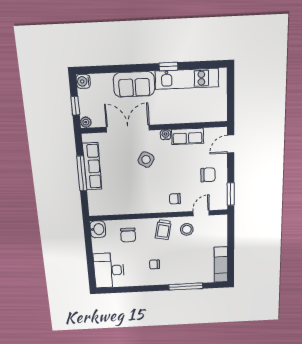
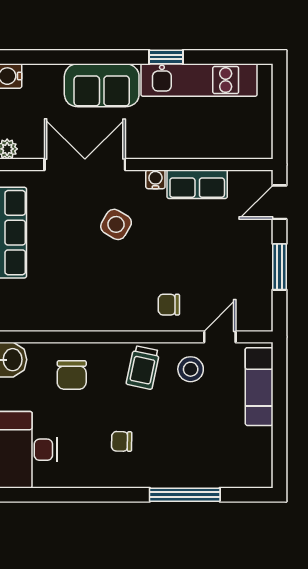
chair: (208, 175) -> (235, 260), removed
window: (231, 194) -> (279, 267), moved
exam couch: (221, 265) -> (259, 387), moved

